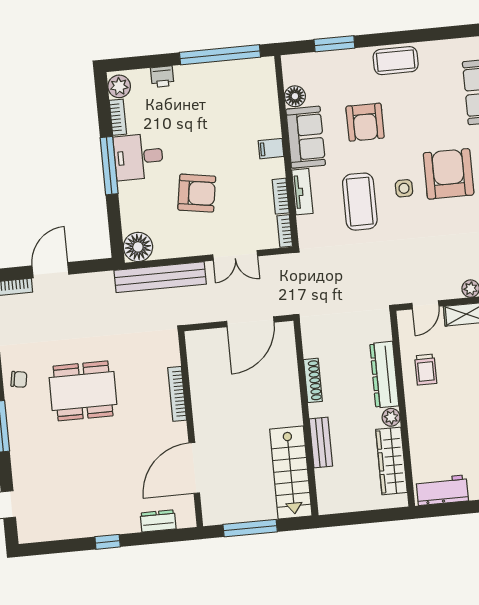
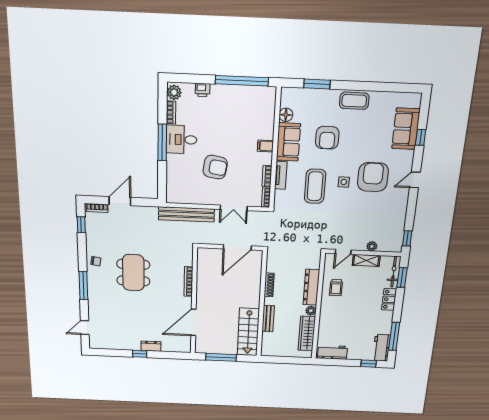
floor lamp: (138, 247) -> (175, 195), removed
dining table: (83, 391) -> (133, 273), turned 90
dresser: (158, 521) -> (151, 346), moved

